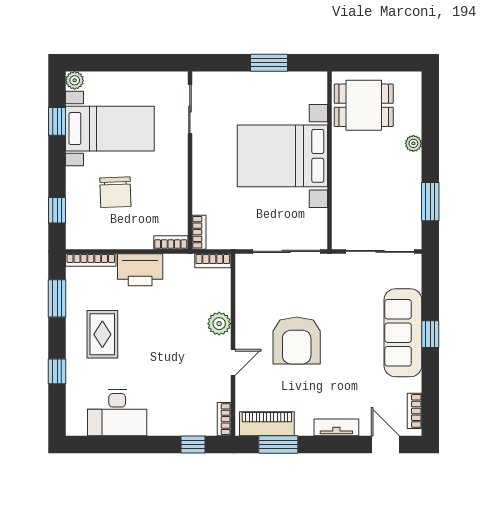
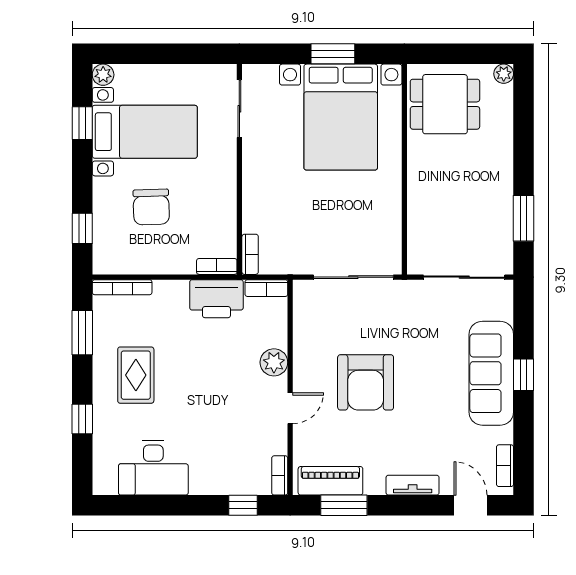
plant: (413, 143) -> (504, 74), moved
bed with nightstands: (282, 156) -> (341, 117), moved, turned -90
printer: (140, 270) -> (216, 299), moved

